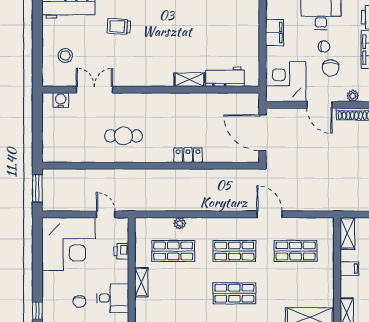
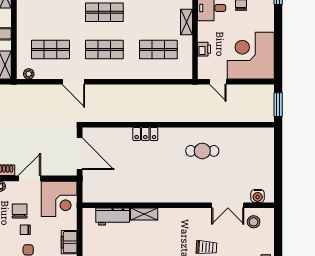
workbench: (225, 77) -> (113, 217), moved
shelving: (189, 80) -> (144, 214), moved
double door: (94, 90) -> (228, 205), moved
wall: (151, 90) -> (178, 205), moved
water cooler: (61, 100) -> (258, 196), moved
door: (320, 105) -> (29, 178), hinge flipped
plant: (180, 223) -> (29, 74), moved

